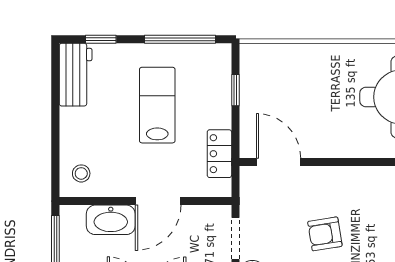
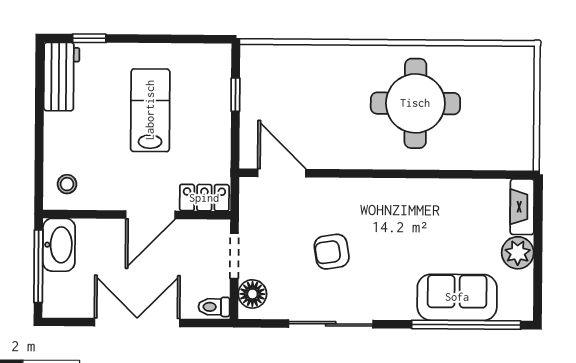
window: (180, 39) -> (176, 39), removed
locker: (219, 154) -> (204, 198), moved, turned 90
washbasin: (111, 220) -> (59, 245), moved, turned -90

